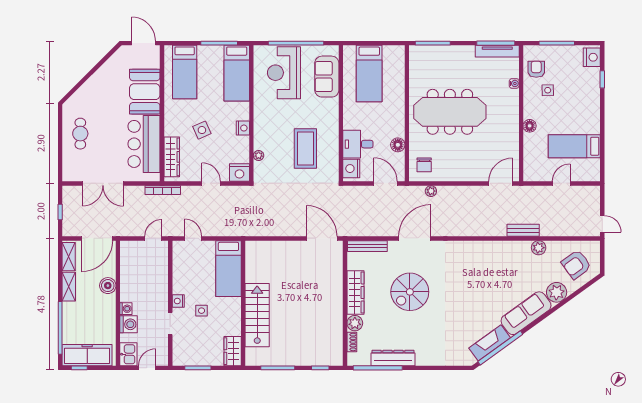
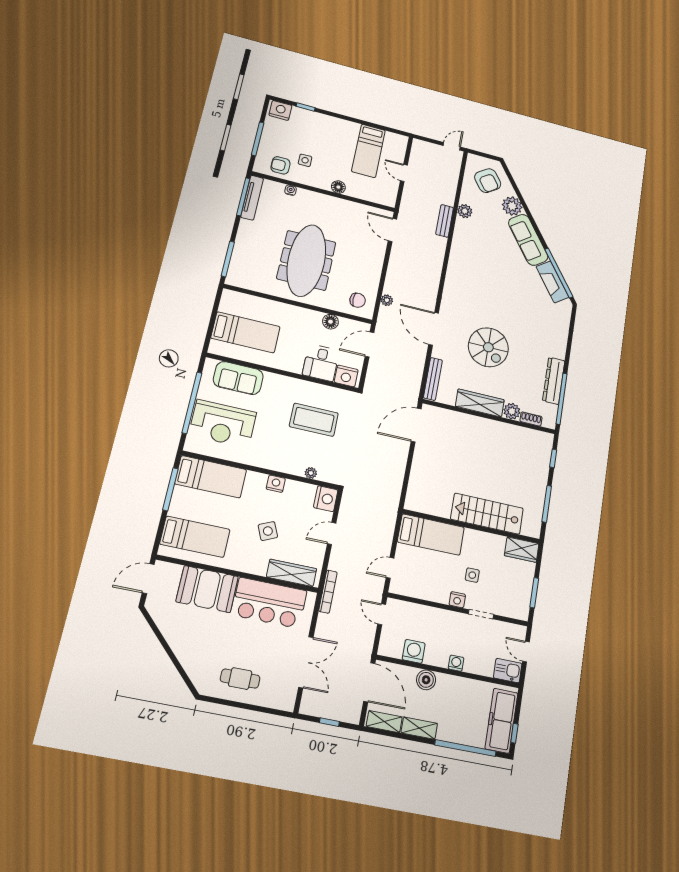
washing machine: (129, 324) -> (414, 651), moved

